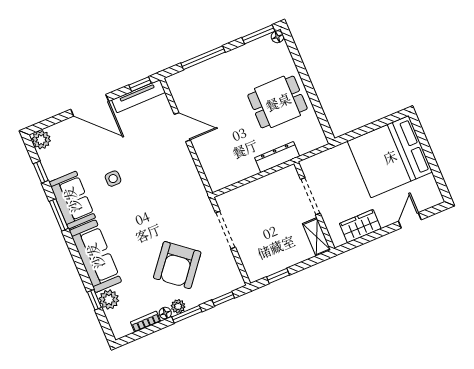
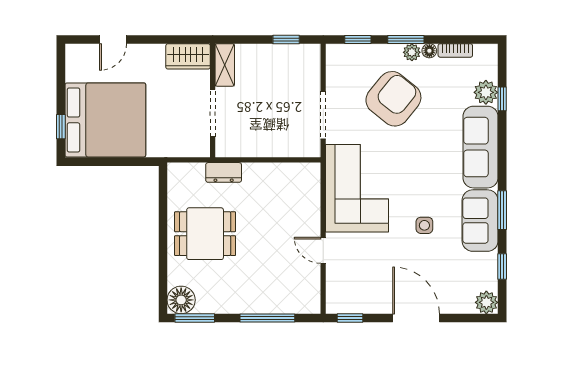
floor lamp: (277, 37) -> (181, 300), width x1.89, depth x1.89
tv unit: (138, 96) -> (357, 305), removed
door: (182, 127) -> (323, 250), width x0.73
window: (422, 137) -> (61, 127), added
dresser: (277, 157) -> (224, 172), width x0.70
corner sofa: (176, 185) -> (357, 188), added
wardrobe: (360, 226) -> (188, 56), moved

